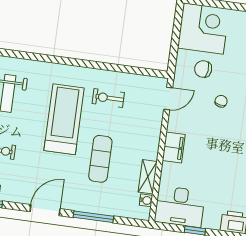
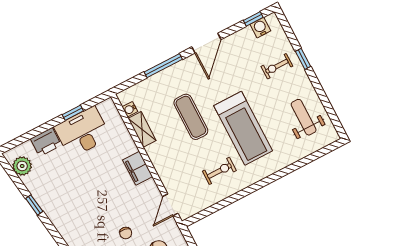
desk: (180, 207) -> (82, 132), moved

